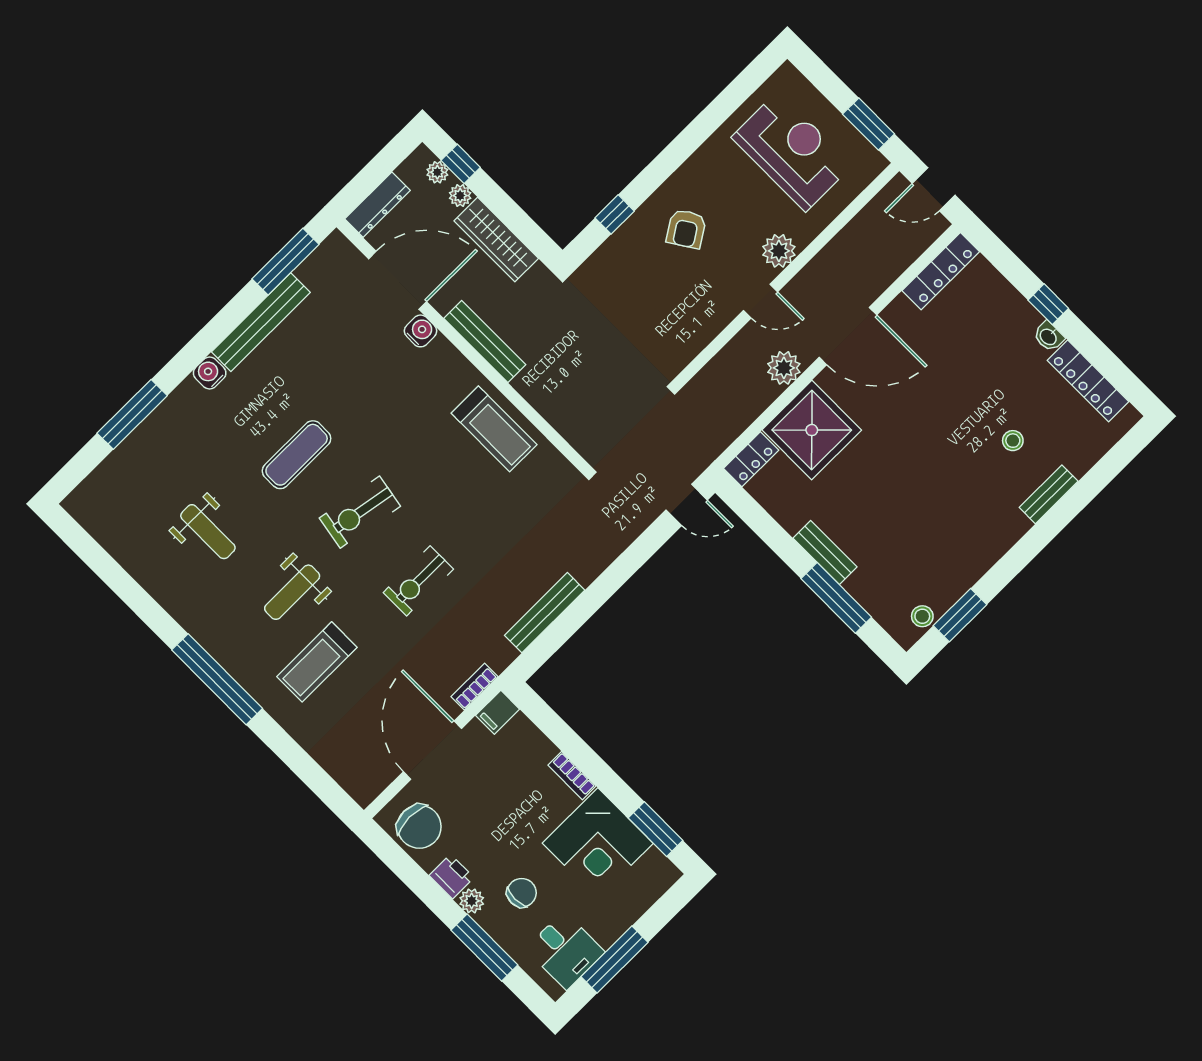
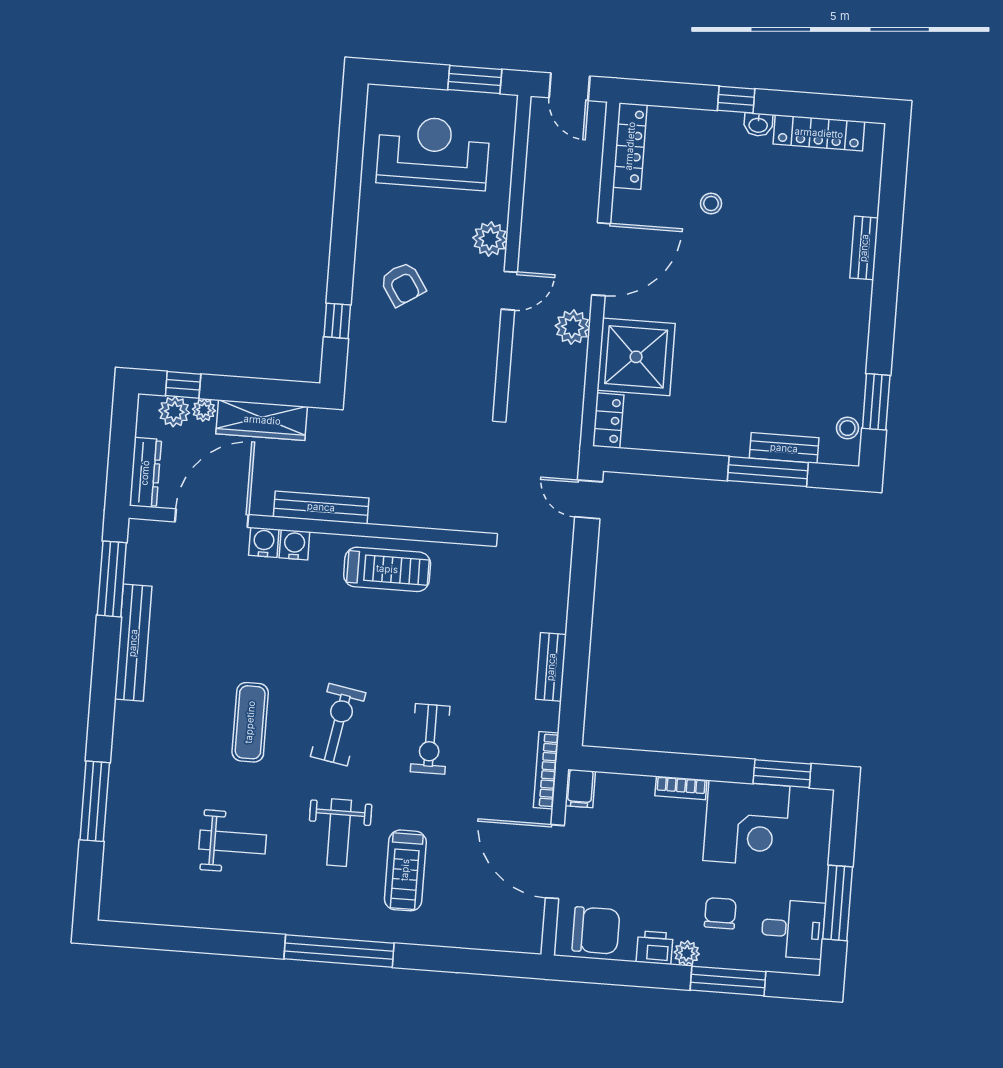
plant: (437, 172) -> (174, 412), width x1.38, depth x1.38
door: (934, 189) -> (569, 87), hinge flipped
water cooler: (210, 373) -> (294, 545), moved, turned 90
stool: (1013, 441) -> (711, 204), moved
door: (687, 505) -> (589, 499), swing flipped
exercise bike: (360, 512) -> (338, 725), turned 180
bench: (825, 553) -> (784, 448), moved
bench: (545, 613) -> (551, 667), width x0.73
bookcase: (475, 687) -> (546, 770), width x1.56

